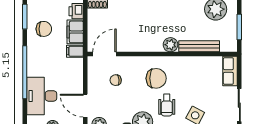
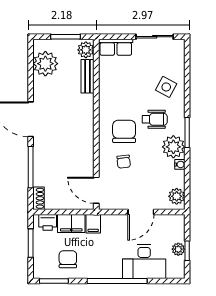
plant: (170, 45) -> (86, 50), moved
bench: (199, 46) -> (88, 76), width x0.73
chair: (116, 80) -> (124, 162), moved
door: (85, 106) -> (141, 212), moved

